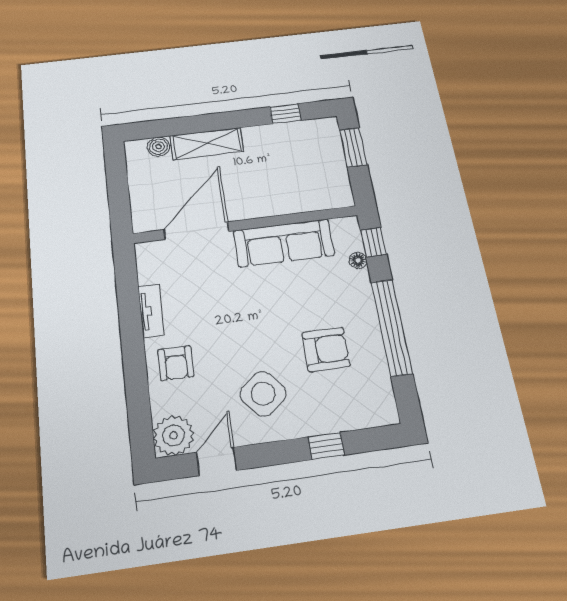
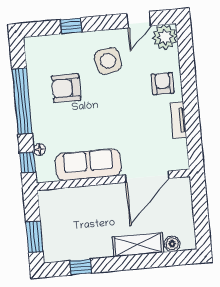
side table: (263, 394) -> (108, 61), turned 30

